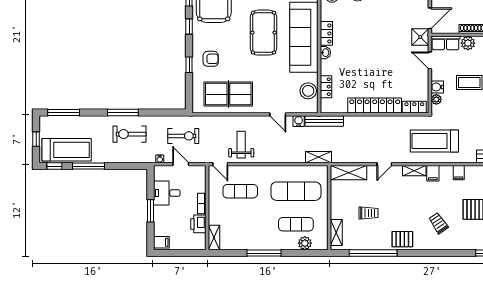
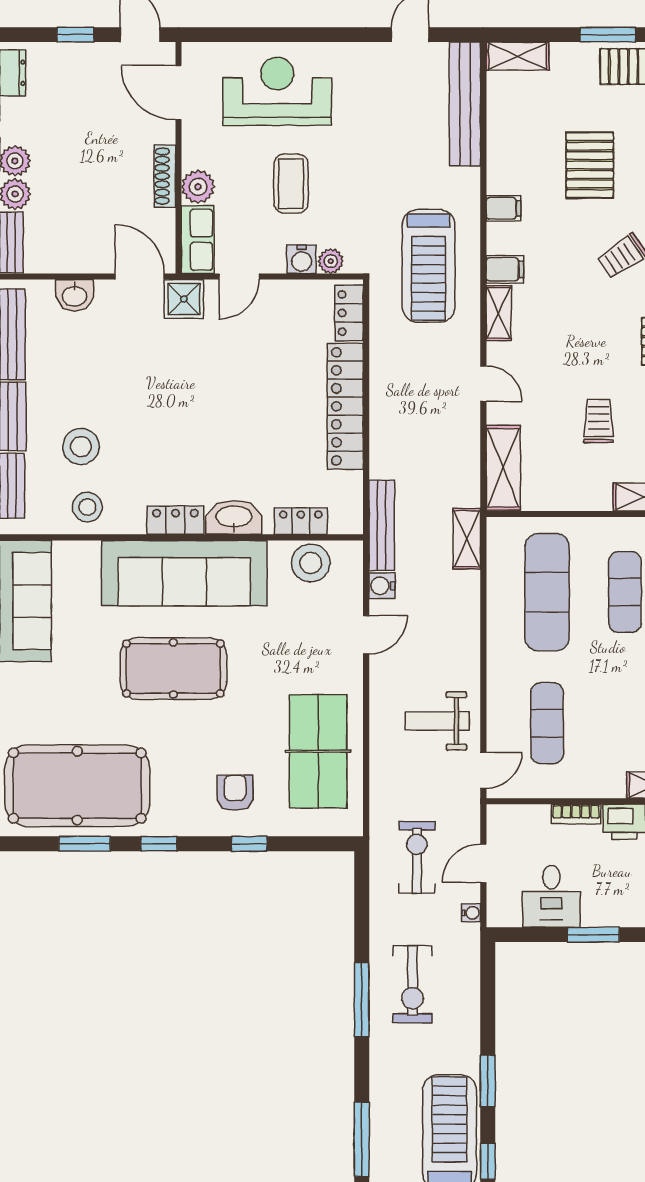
washbasin: (325, 53) -> (234, 517), width x1.91, depth x1.45
window: (88, 166) -> (488, 1081), width x0.69

